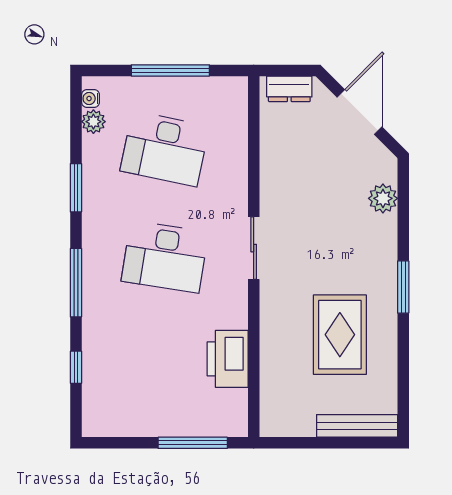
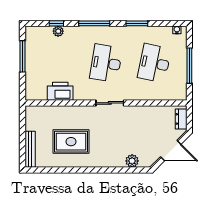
plant: (93, 122) -> (58, 31), moved
window: (403, 287) -> (92, 170), removed
window: (193, 443) -> (23, 56), moved

